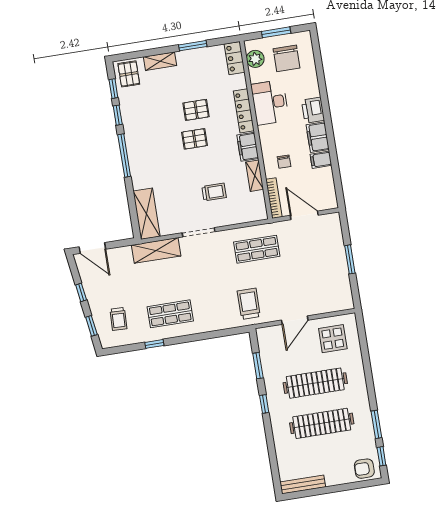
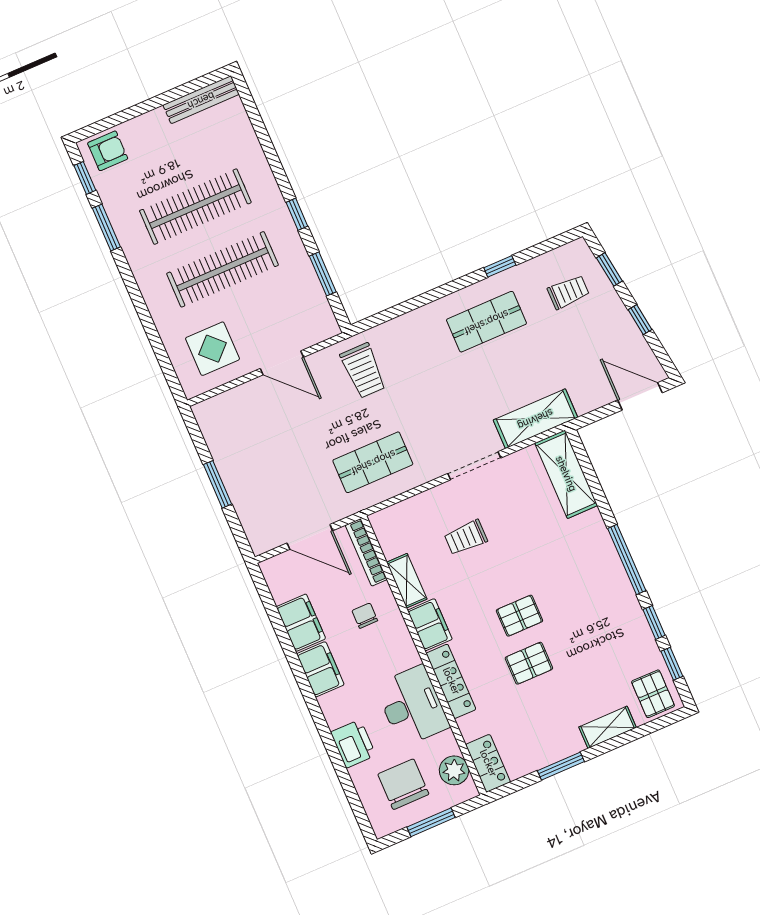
printer: (313, 110) -> (353, 744), moved
filing cabinet: (321, 160) -> (301, 623), width x2.00
trolley: (119, 319) -> (568, 292), turned 88
door: (295, 320) -> (282, 363), swing flipped

